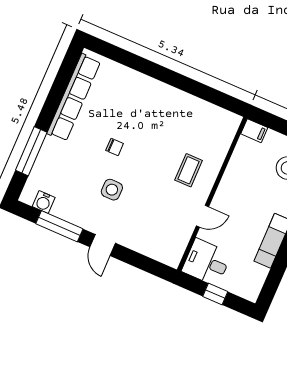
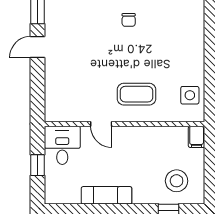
coffee table: (189, 170) -> (136, 94), width x1.36, depth x1.30
side table: (112, 190) -> (190, 95), moved

